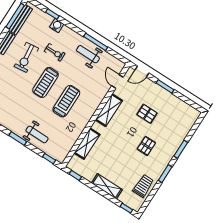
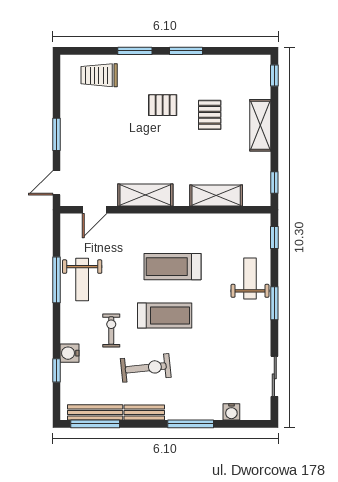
door: (142, 72) -> (57, 183), swing flipped
pallet: (147, 114) -> (210, 115), moved
trolley: (143, 186) -> (99, 75), moved

